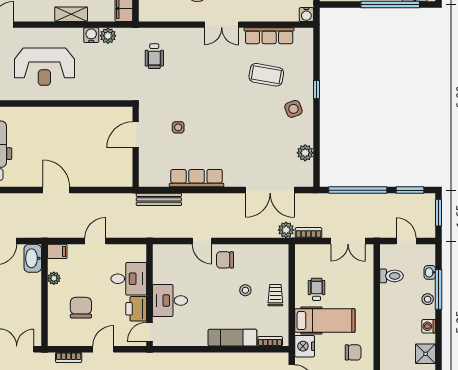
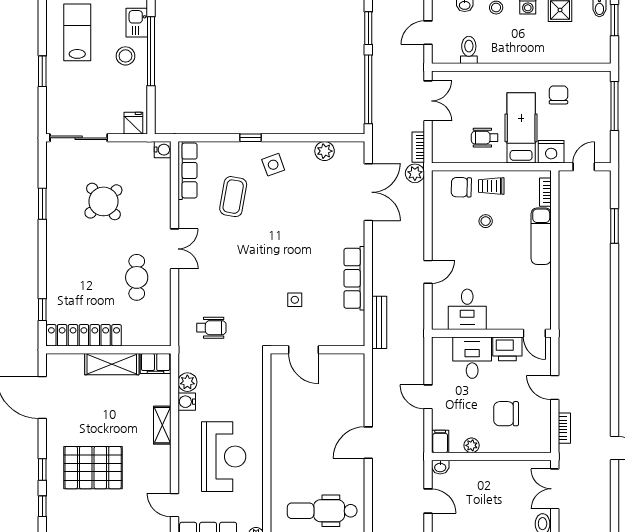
row of seats: (269, 36) -> (187, 170), moved
washbasin: (33, 258) -> (440, 467), width x0.52, depth x0.69
chair: (225, 260) -> (461, 187), moved, turned 91
desk: (170, 301) -> (467, 309), moved

